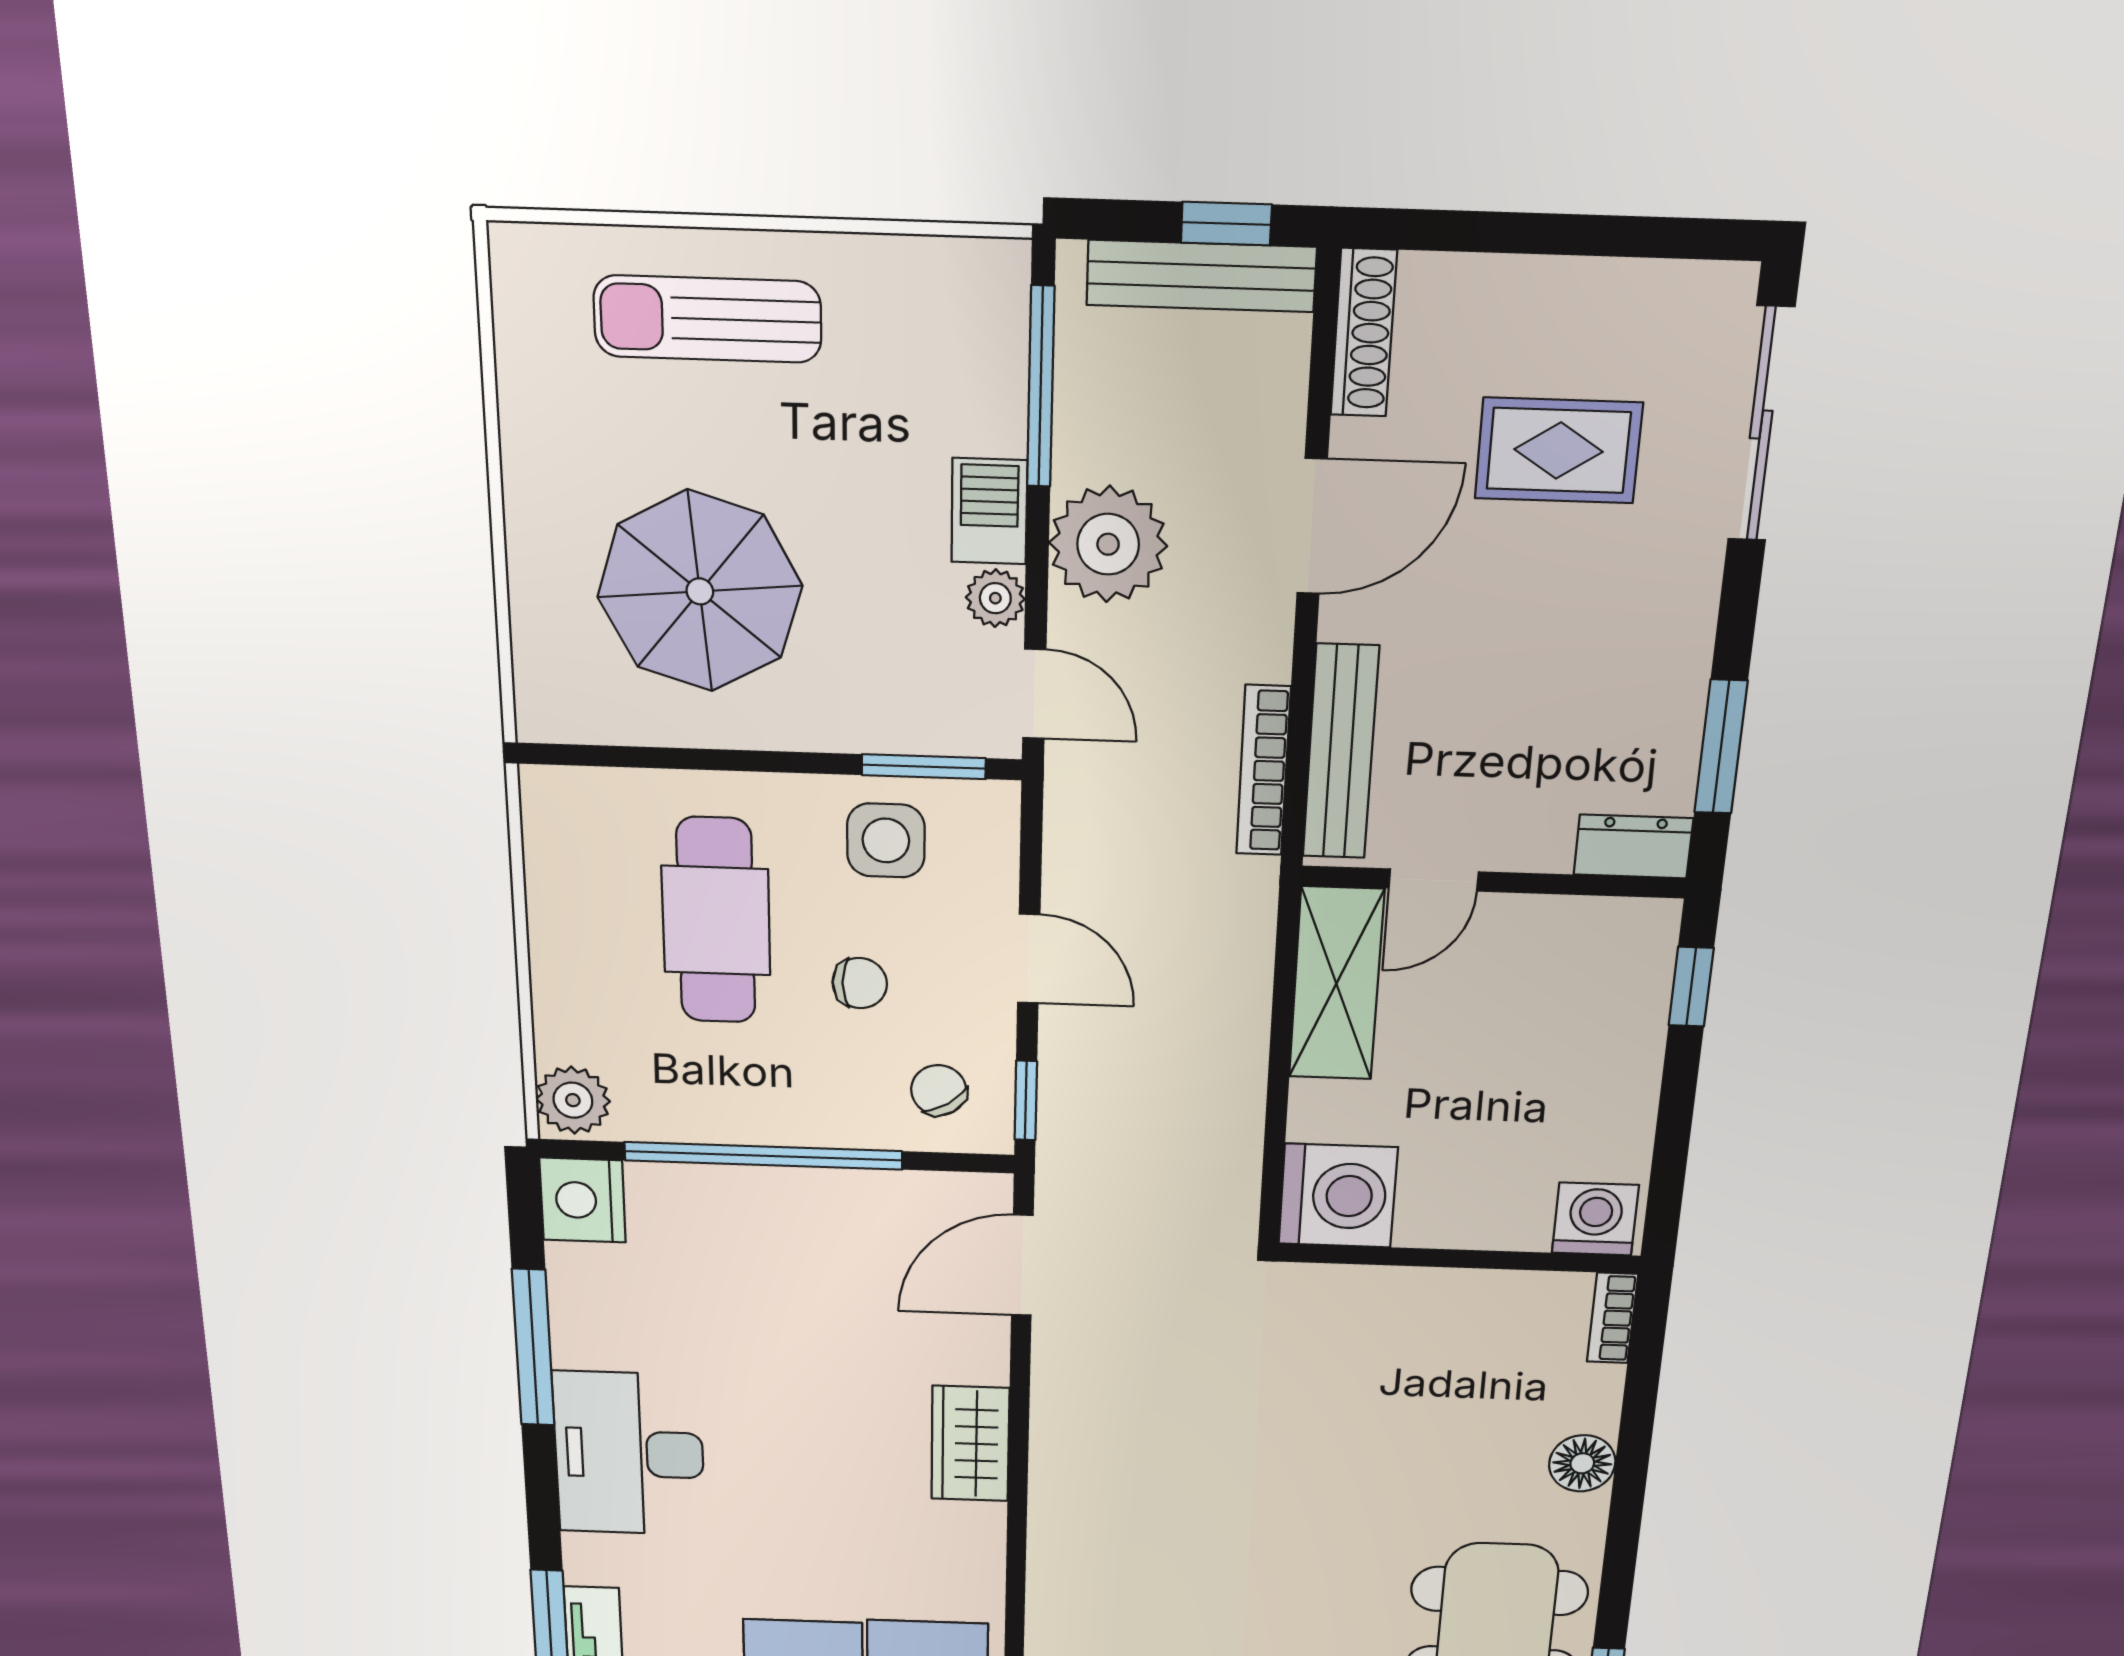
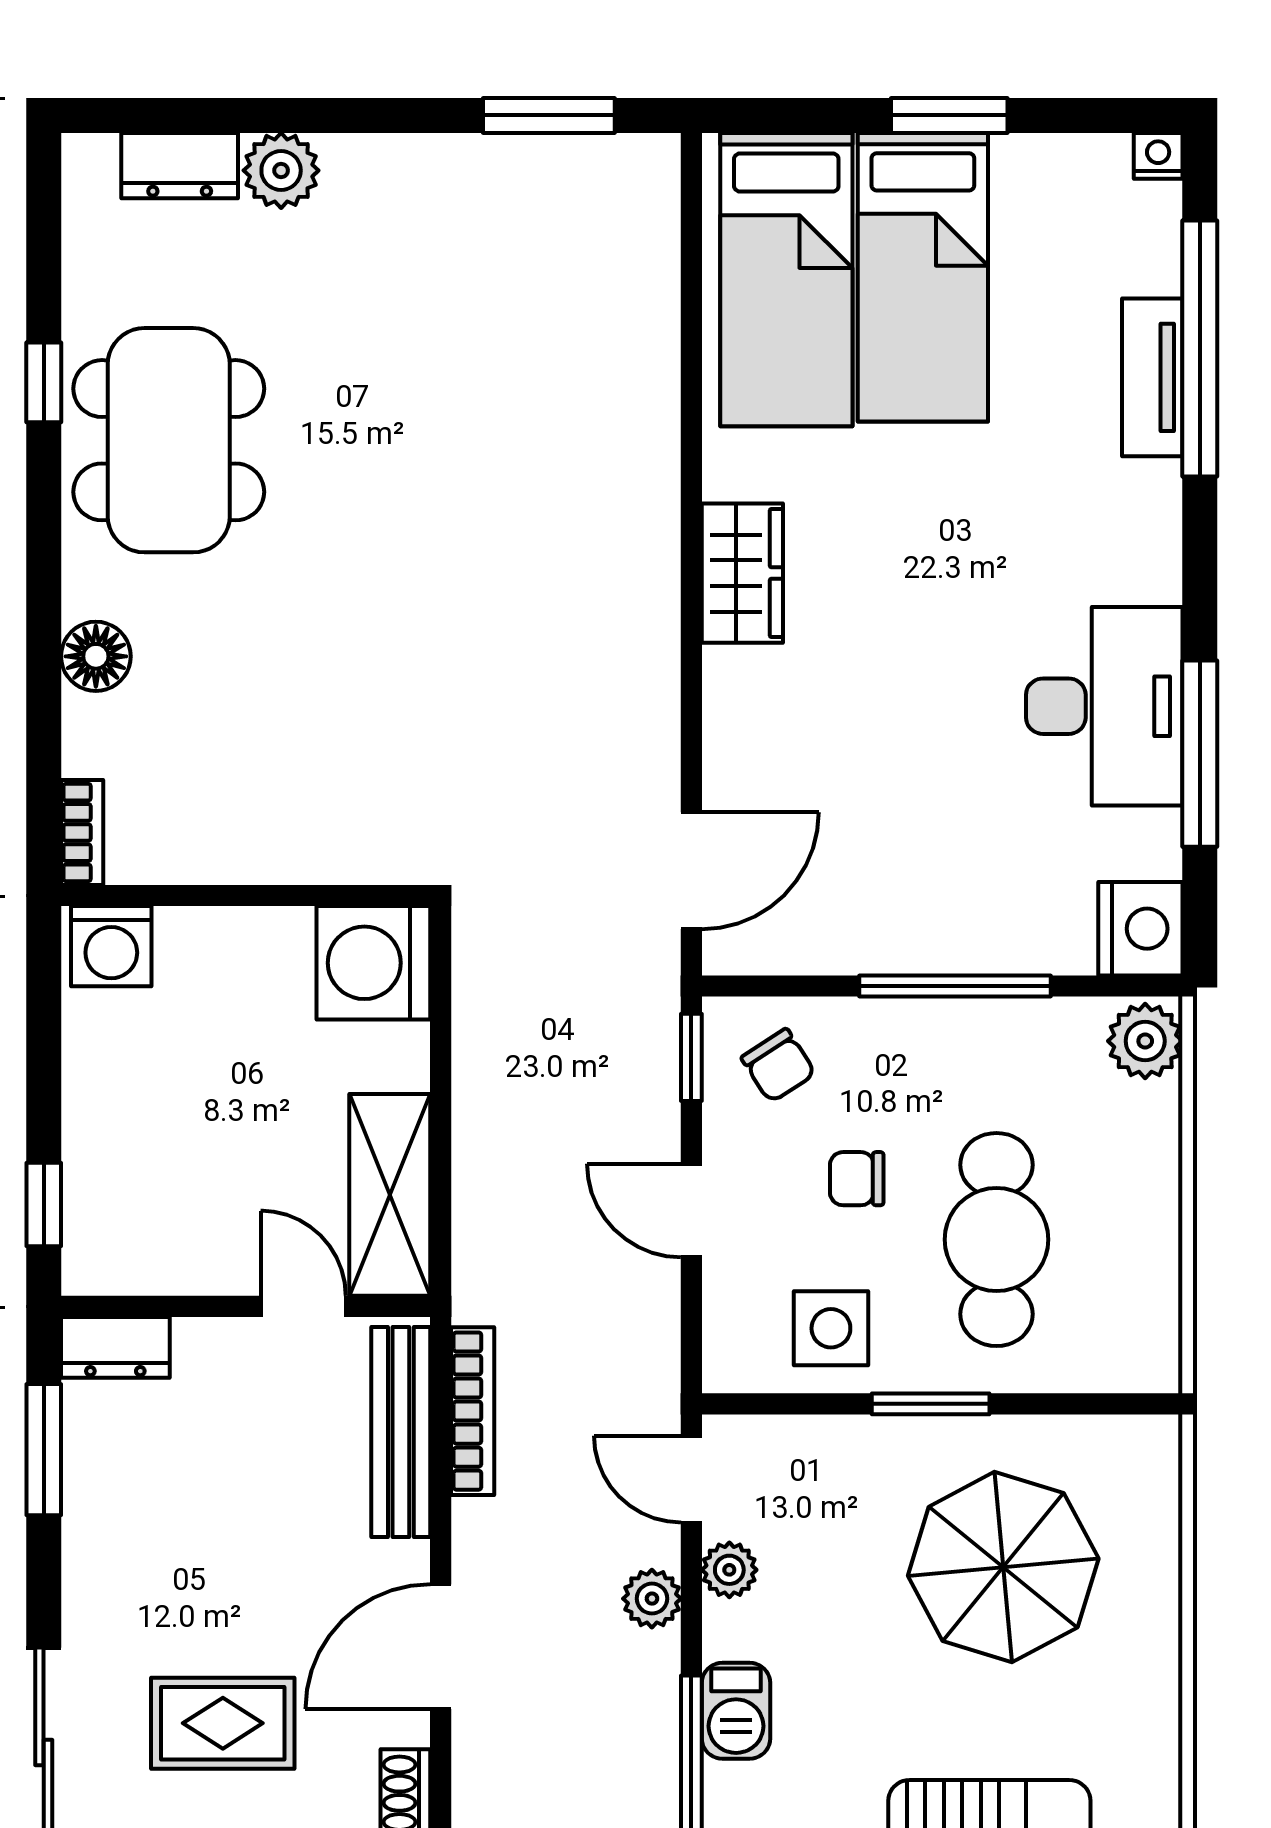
barbecue: (989, 511) -> (736, 1711), moved
plant: (1108, 544) -> (652, 1599), width x0.53, depth x0.53
window: (924, 767) -> (931, 1404), moved
door: (1434, 880) -> (303, 1306), hinge flipped
window: (763, 1156) -> (955, 986), width x0.68
wardrobe: (970, 1444) -> (742, 573), moved
desk: (629, 1454) -> (1104, 706), moved

